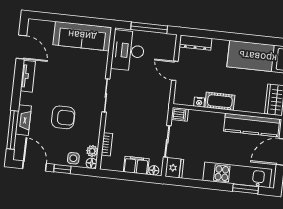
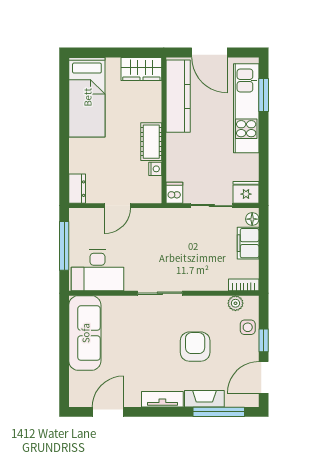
dresser: (196, 43) -> (77, 189), width x0.70
tv unit: (28, 76) -> (162, 399), moved
bookcase: (107, 144) -> (244, 285), moved
floor lamp: (91, 163) -> (252, 303), removed

